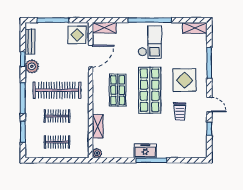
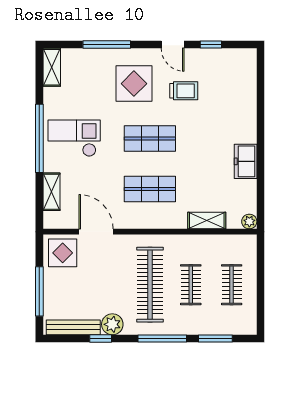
shelving: (104, 28) -> (51, 192), moved
bench: (30, 42) -> (73, 327), width x1.36
shop shelf: (150, 90) -> (150, 139), width x0.70, depth x0.74
door: (209, 105) -> (173, 44), swing flipped
freezer: (145, 151) -> (246, 161), moved
window: (151, 160) -> (260, 136), removed

